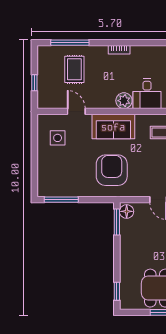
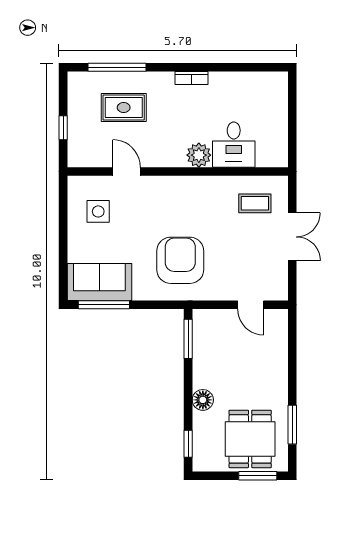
rug: (74, 69) -> (124, 107), turned 90
sofa: (113, 127) -> (99, 282), moved, turned 180
floor lamp: (127, 211) -> (203, 400), moved

